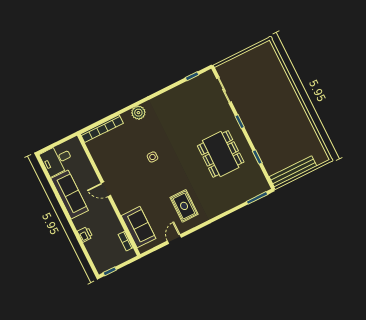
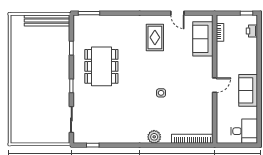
door: (106, 189) -> (215, 85), hinge flipped
sofa: (70, 194) -> (248, 90), width x0.73
printer: (85, 234) -> (252, 31), moved
door: (174, 239) -> (177, 13), hinge flipped

